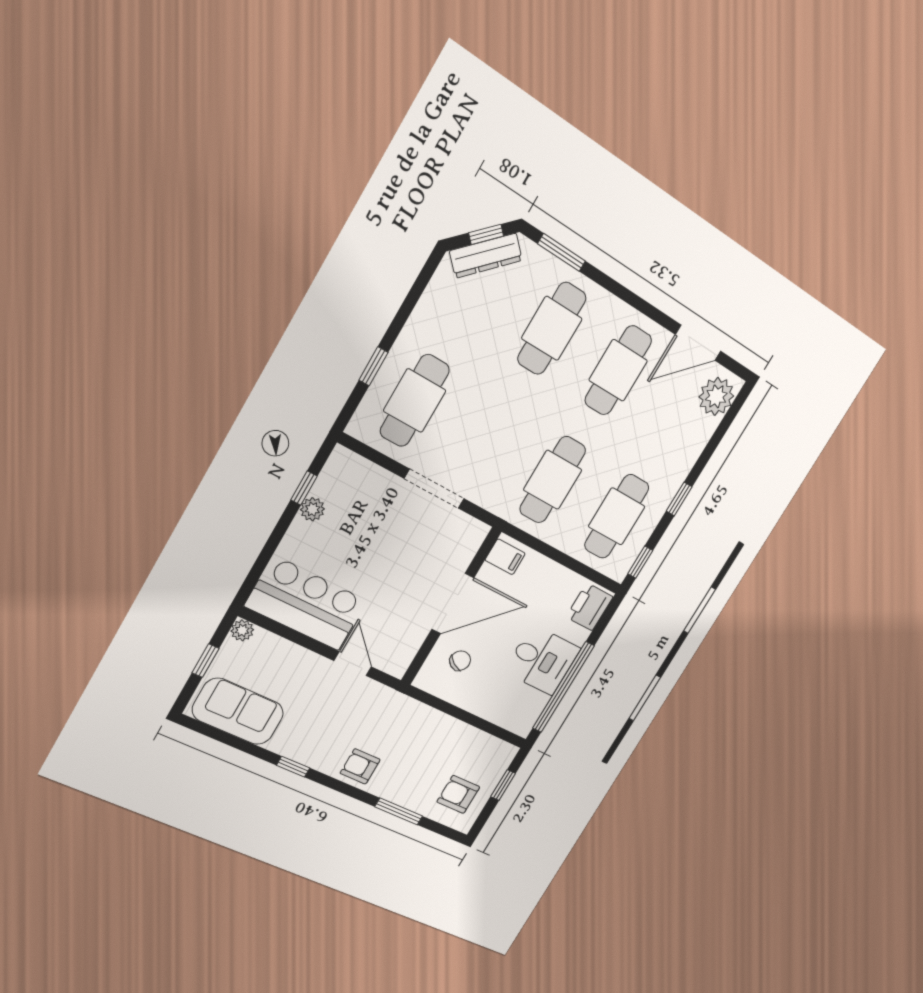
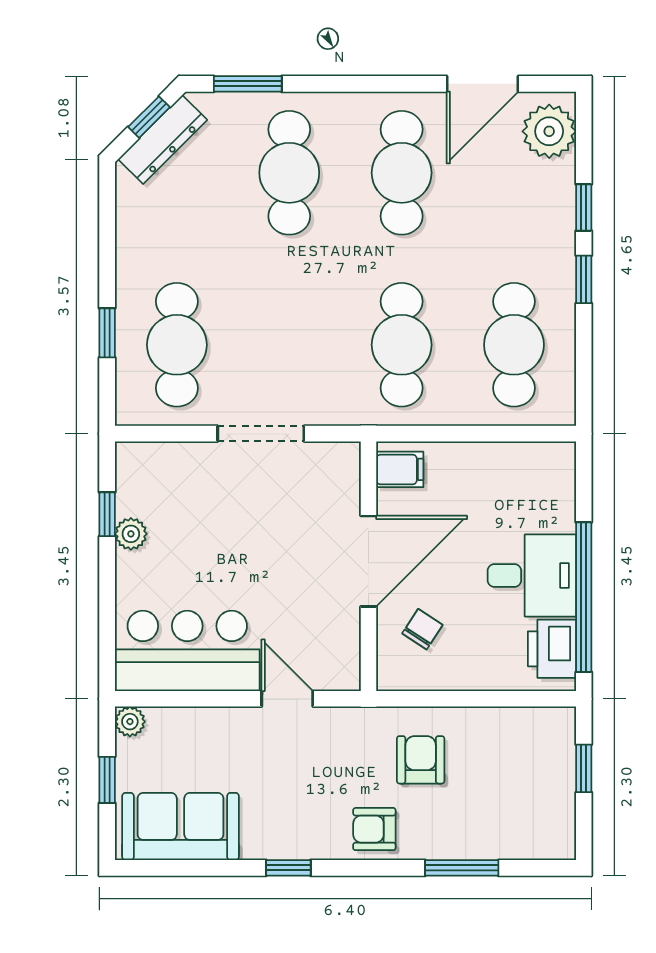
window: (640, 562) -> (584, 207), moved
printer: (590, 607) -> (552, 649), moved
armchair: (458, 794) -> (421, 760), moved, turned 90

